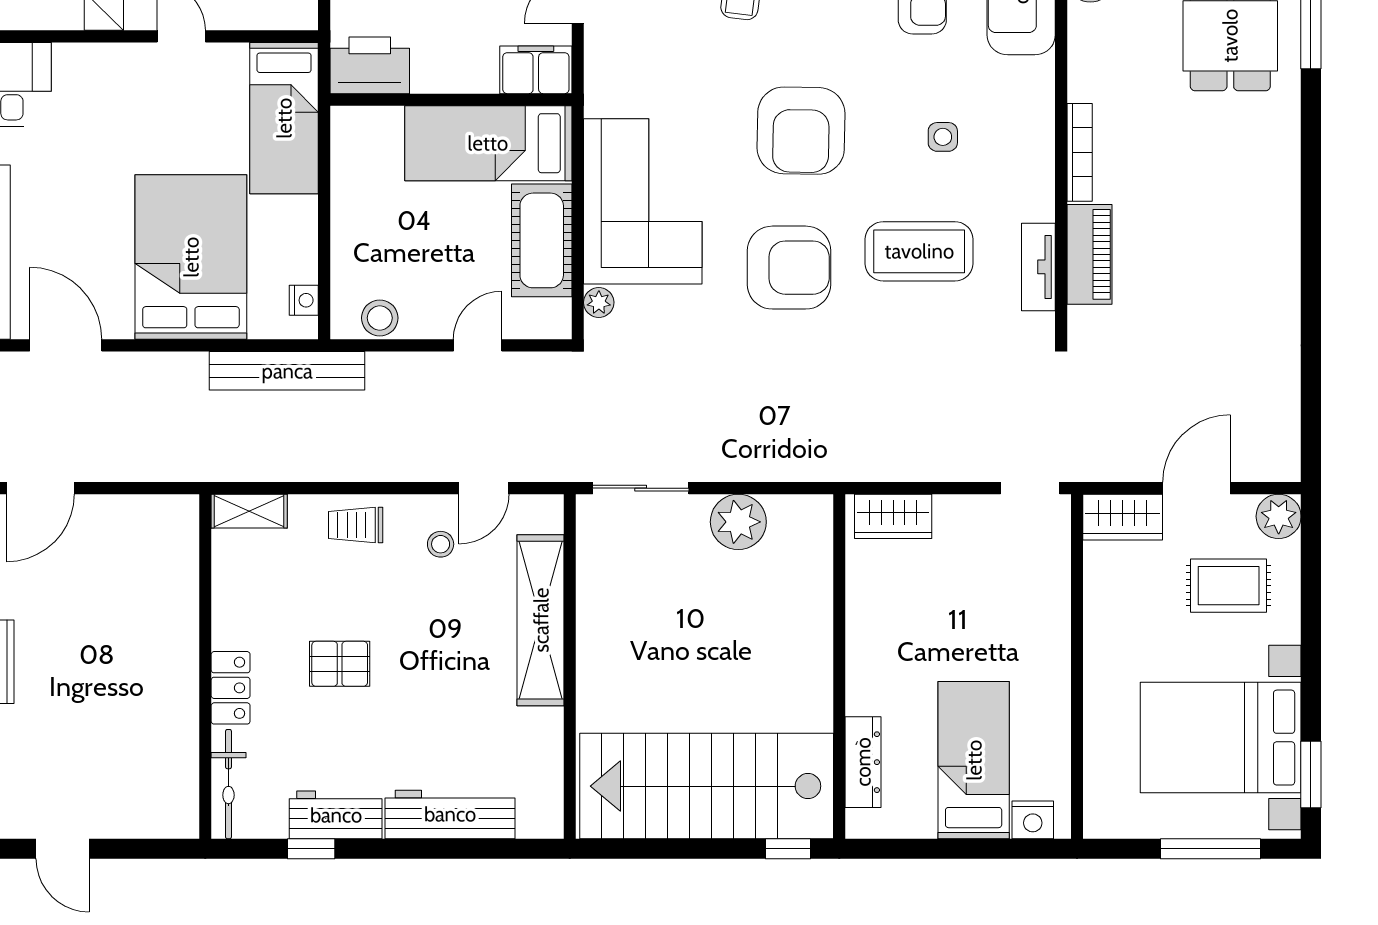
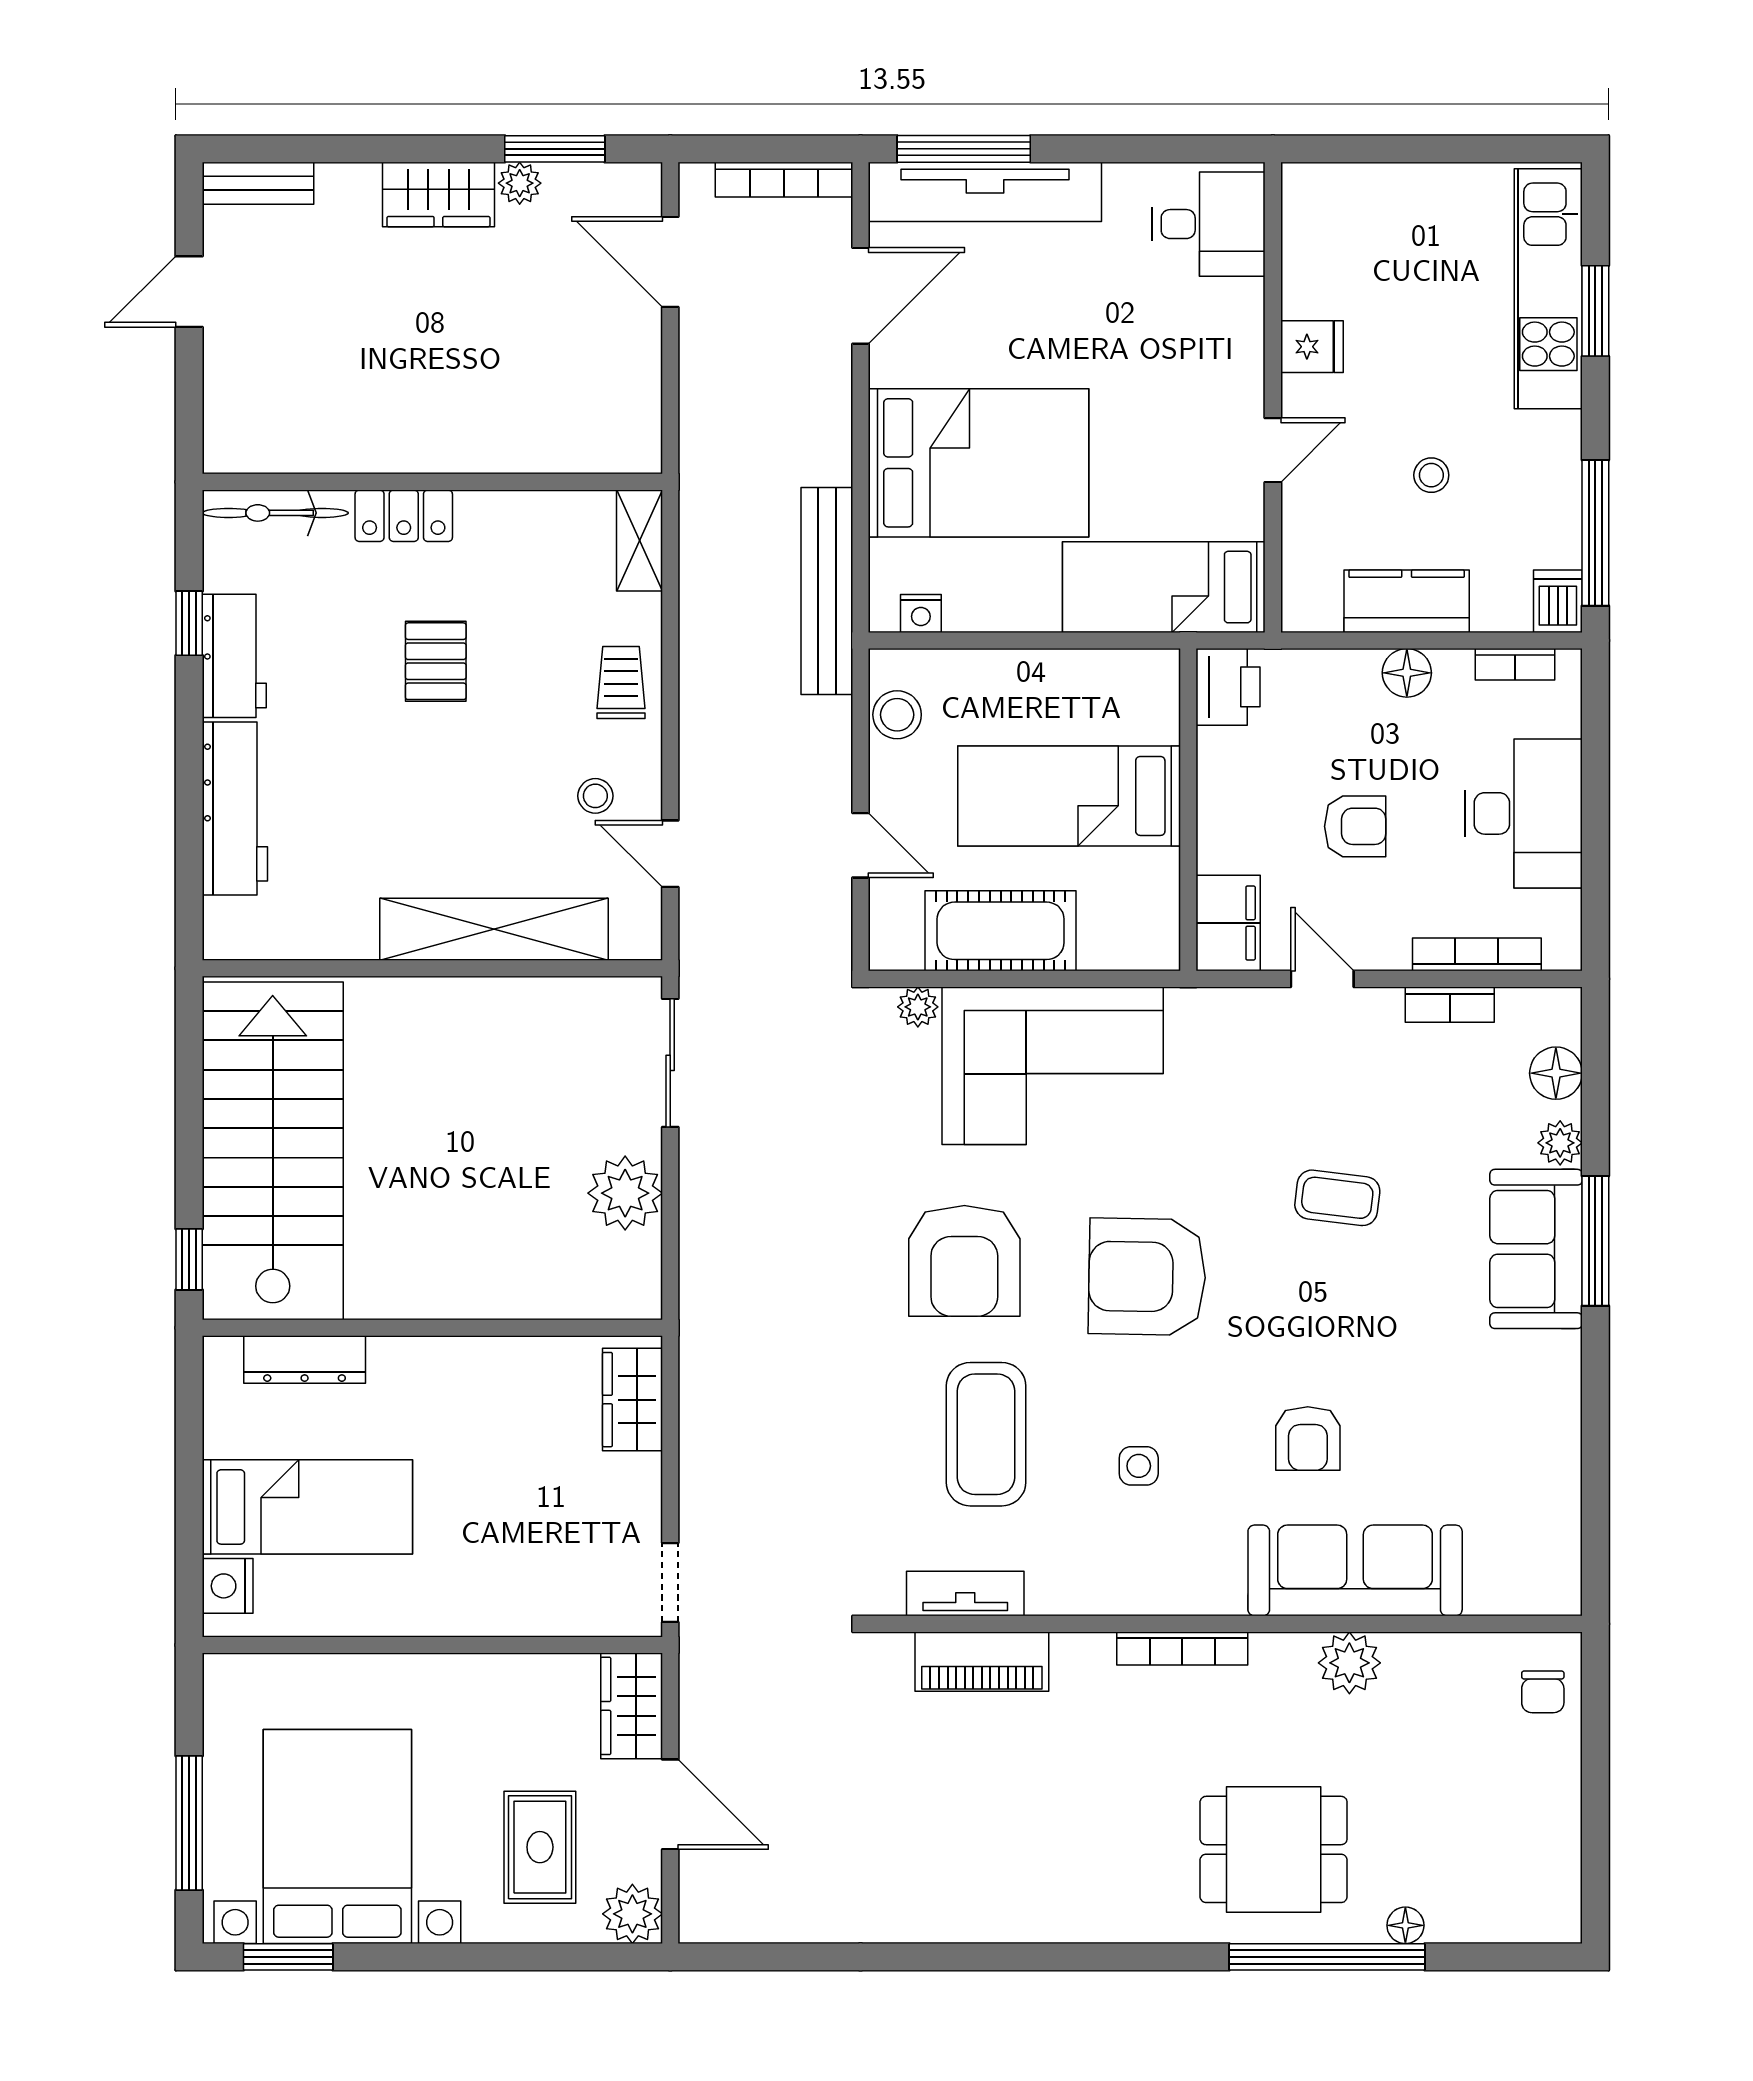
printer: (370, 65) -> (1228, 687), width x0.73, depth x0.84
bed: (488, 143) -> (1069, 796), moved, turned -90
bookcase: (1080, 152) -> (1182, 1649), moved

